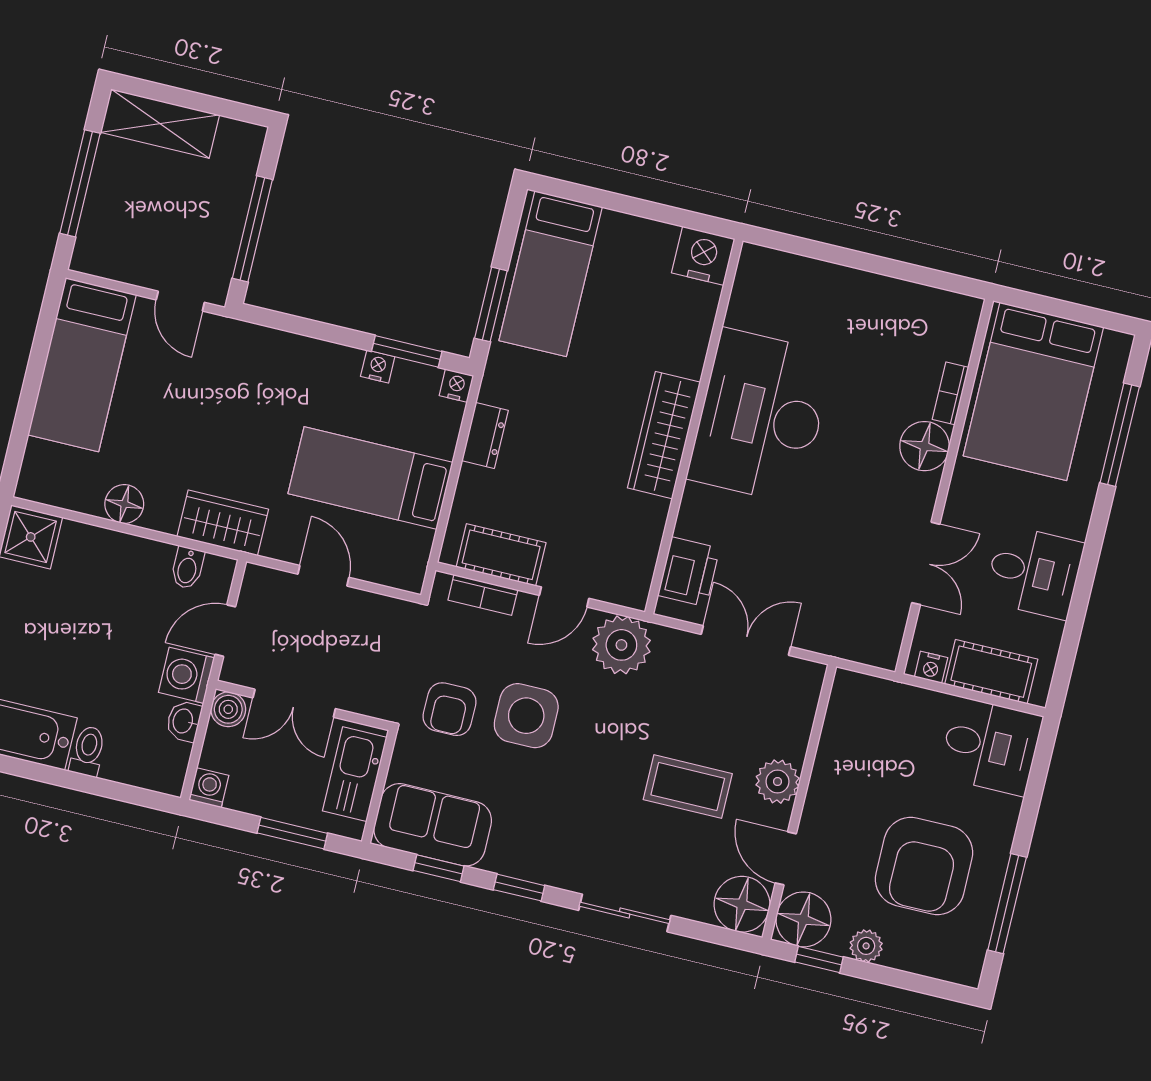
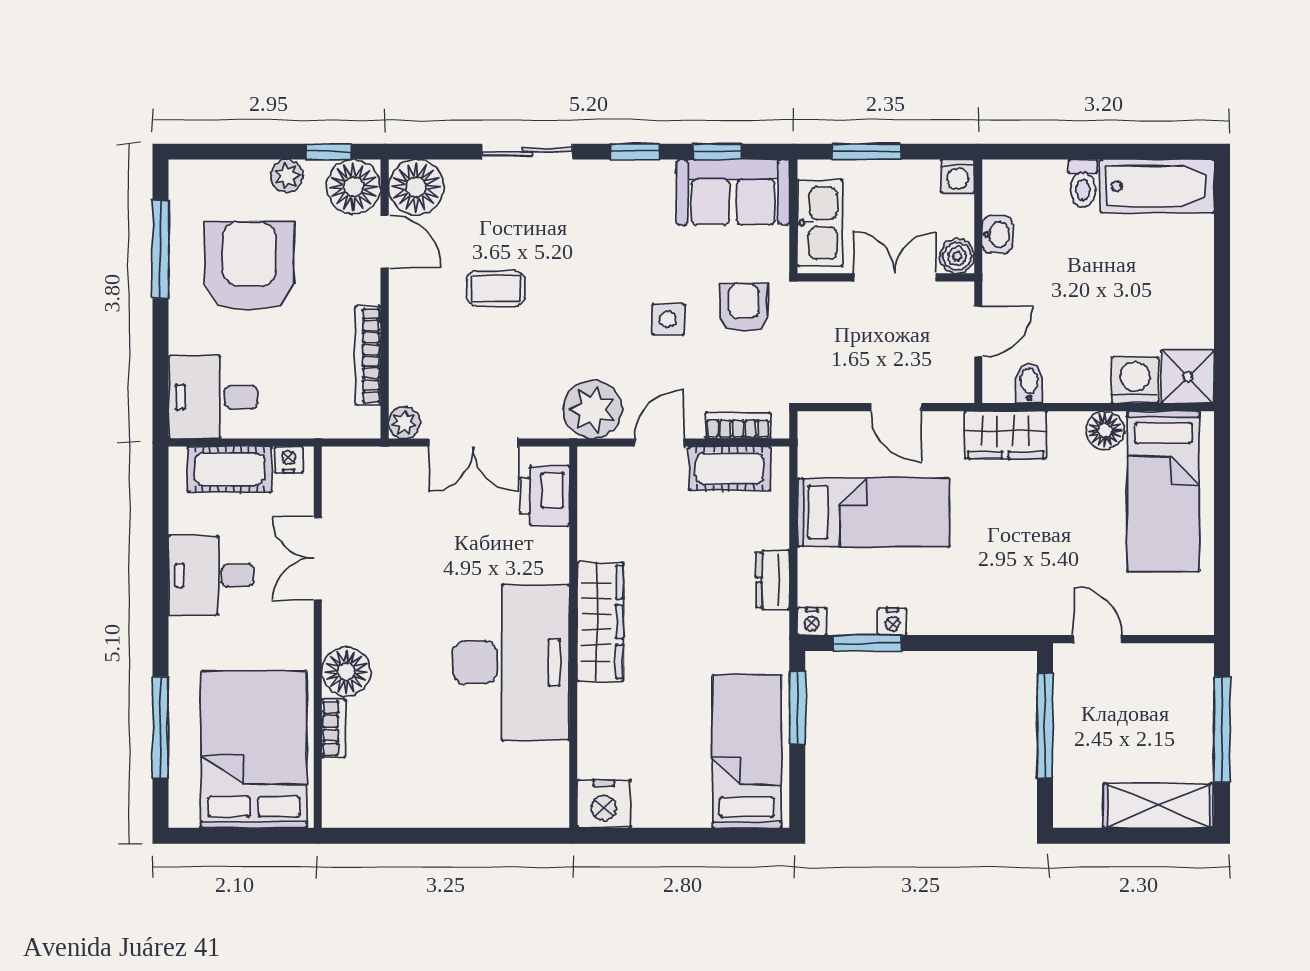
bed: (82, 365) -> (1163, 491), moved, turned 180
washing machine: (186, 675) -> (1135, 380), moved, turned -90
side table: (526, 716) -> (668, 319), width x0.54, depth x0.54
bookcase: (829, 751) -> (368, 355), added
plant: (777, 782) -> (404, 423), moved, width x0.73, depth x0.73
coffee table: (688, 787) -> (496, 288), width x0.73, depth x0.77

